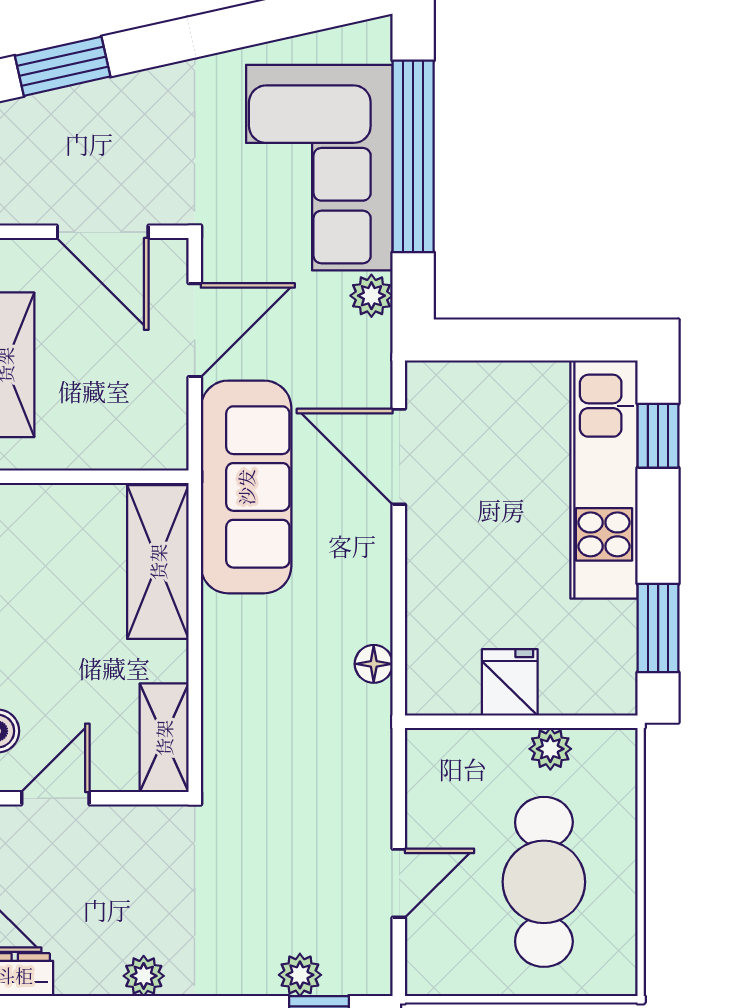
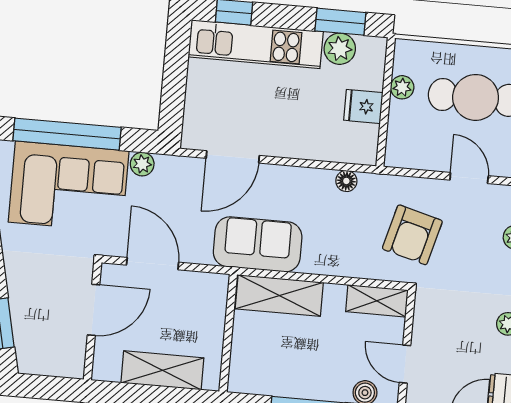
sofa: (246, 487) -> (258, 244), width x0.73
plant: (609, 631) -> (340, 49), added
armchair: (288, 791) -> (412, 235), added

